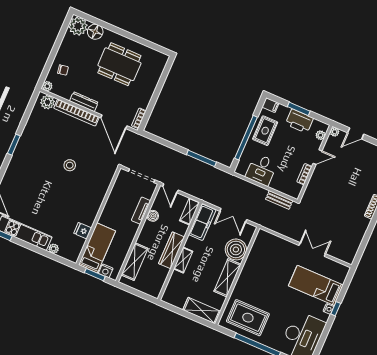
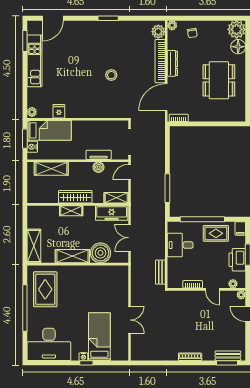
plant: (54, 249) -> (32, 112), moved

